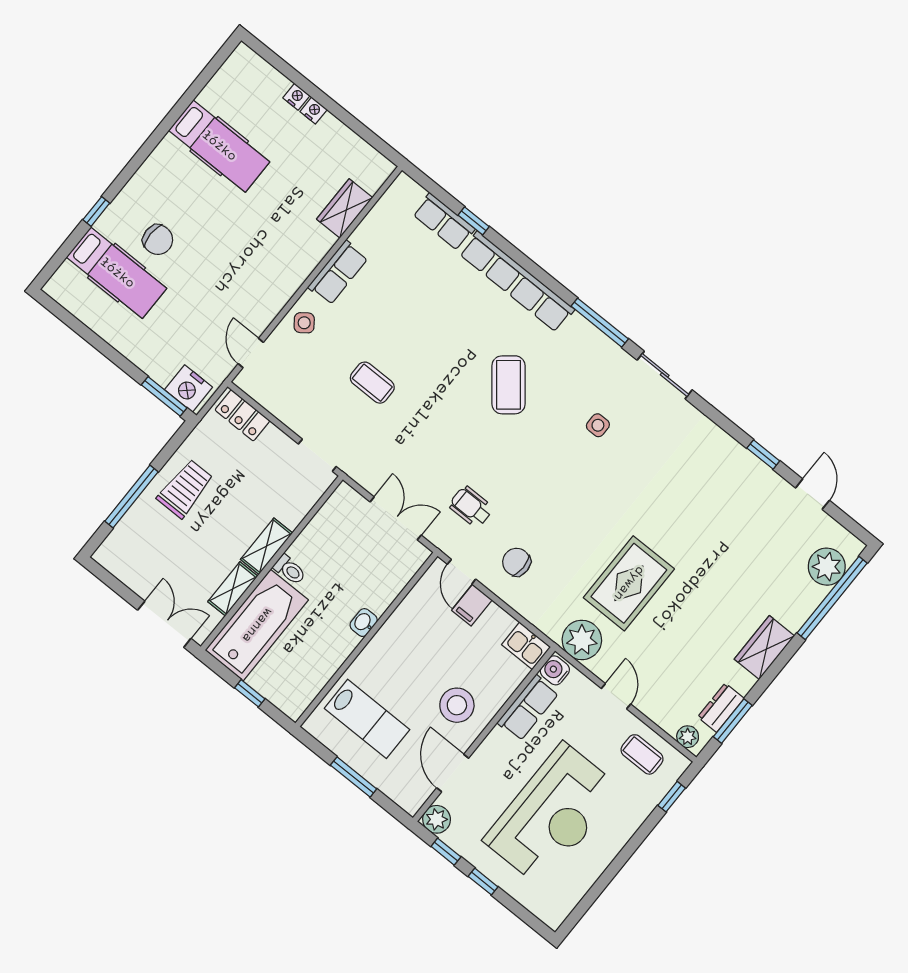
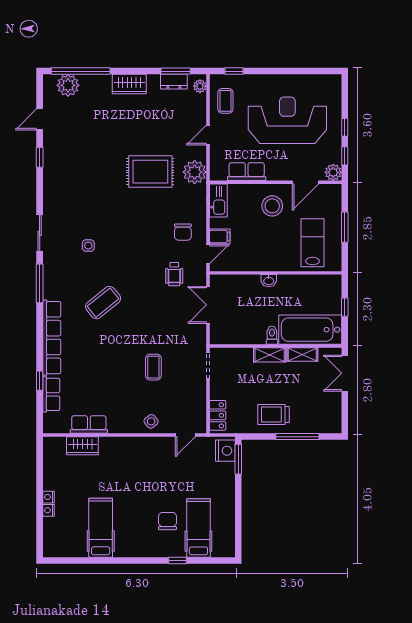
row of seats: (338, 273) -> (89, 425), moved
kitchen sink: (526, 646) -> (218, 200), width x1.38
water cooler: (555, 670) -> (219, 173), removed

